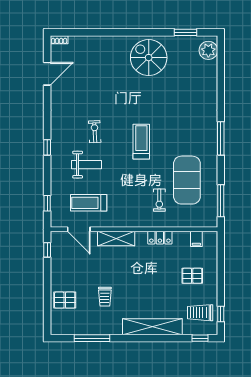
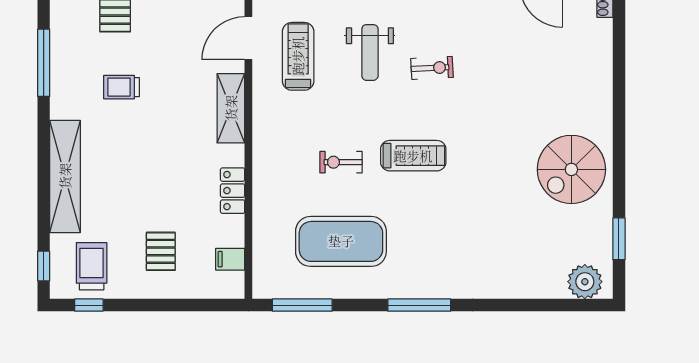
spiral stairs: (149, 58) -> (571, 169), turned 180
exercise bike: (159, 200) -> (341, 162), moved

